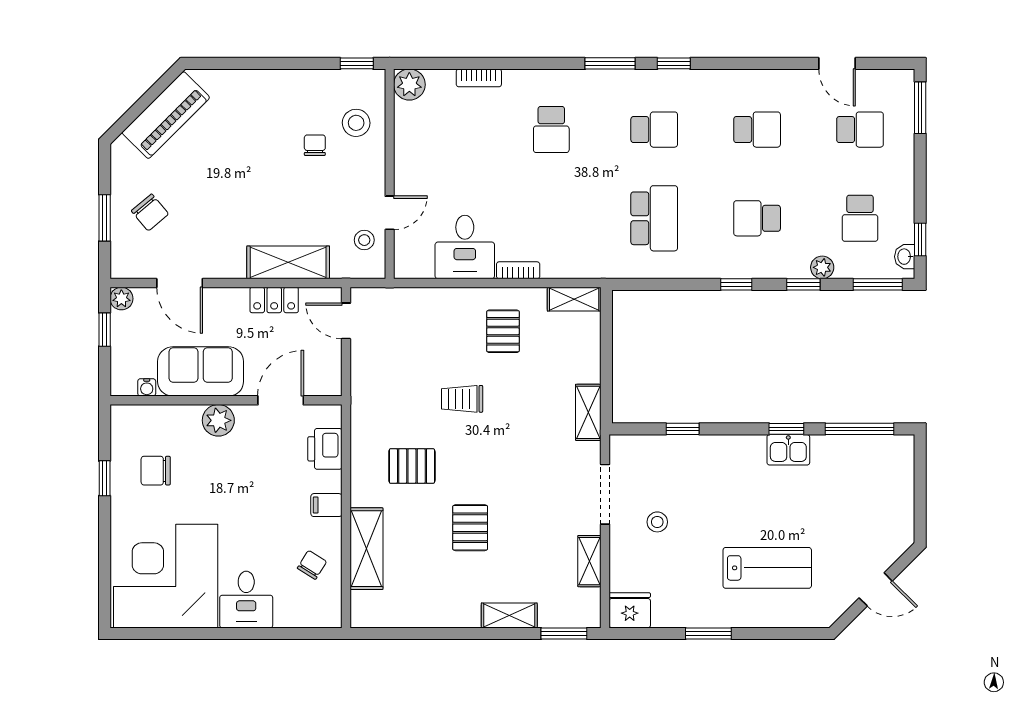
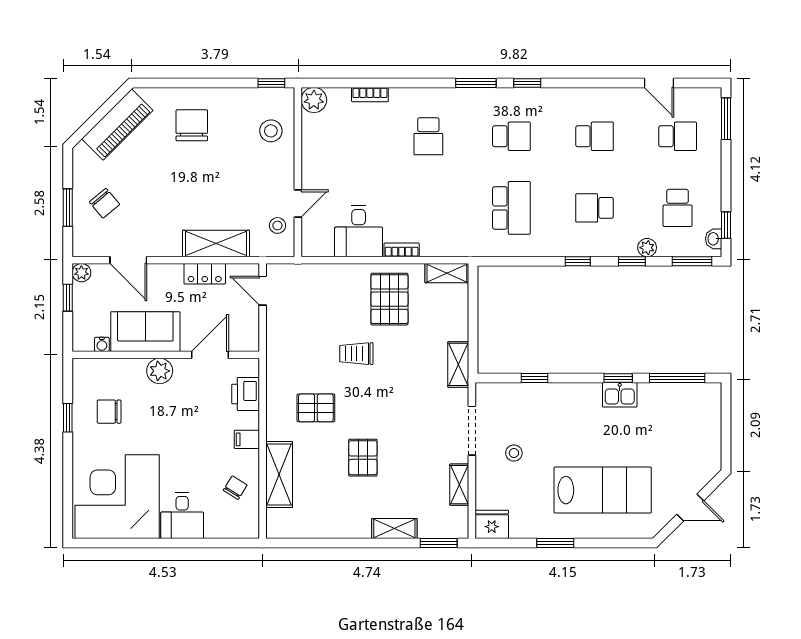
chair: (315, 145) -> (192, 125), moved, width x1.87, depth x1.87
pallet: (503, 331) -> (389, 299), width x1.50, depth x1.42
lab bench: (767, 568) -> (603, 490), width x1.36, depth x1.39

